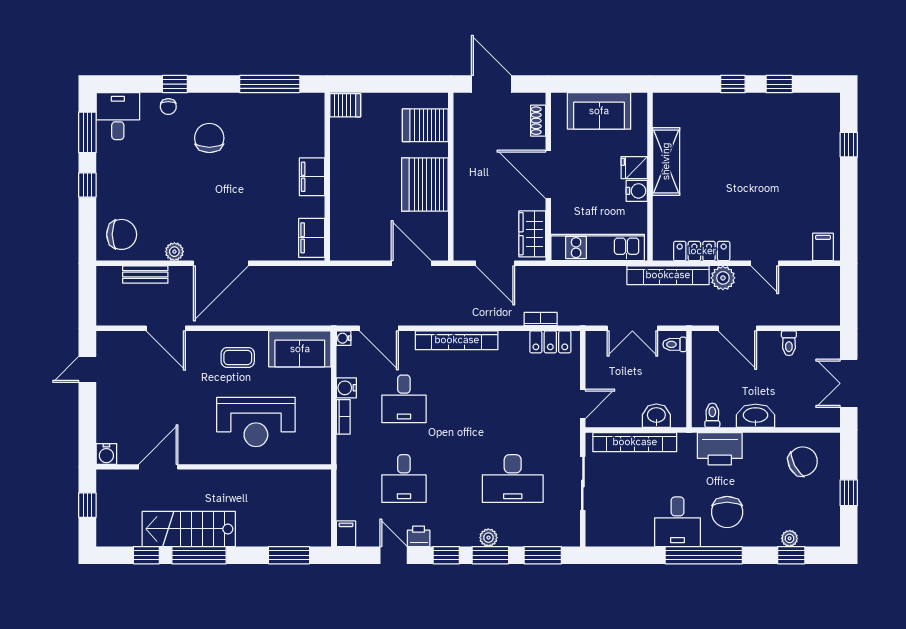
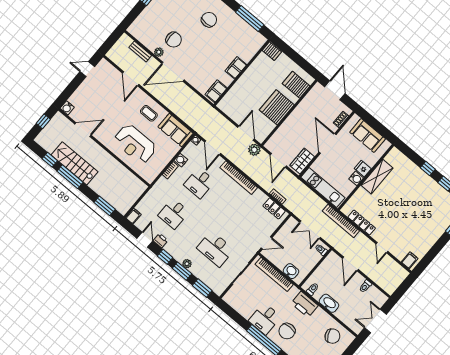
chair: (122, 234) -> (174, 40), moved
plant: (723, 278) -> (254, 150), moved

